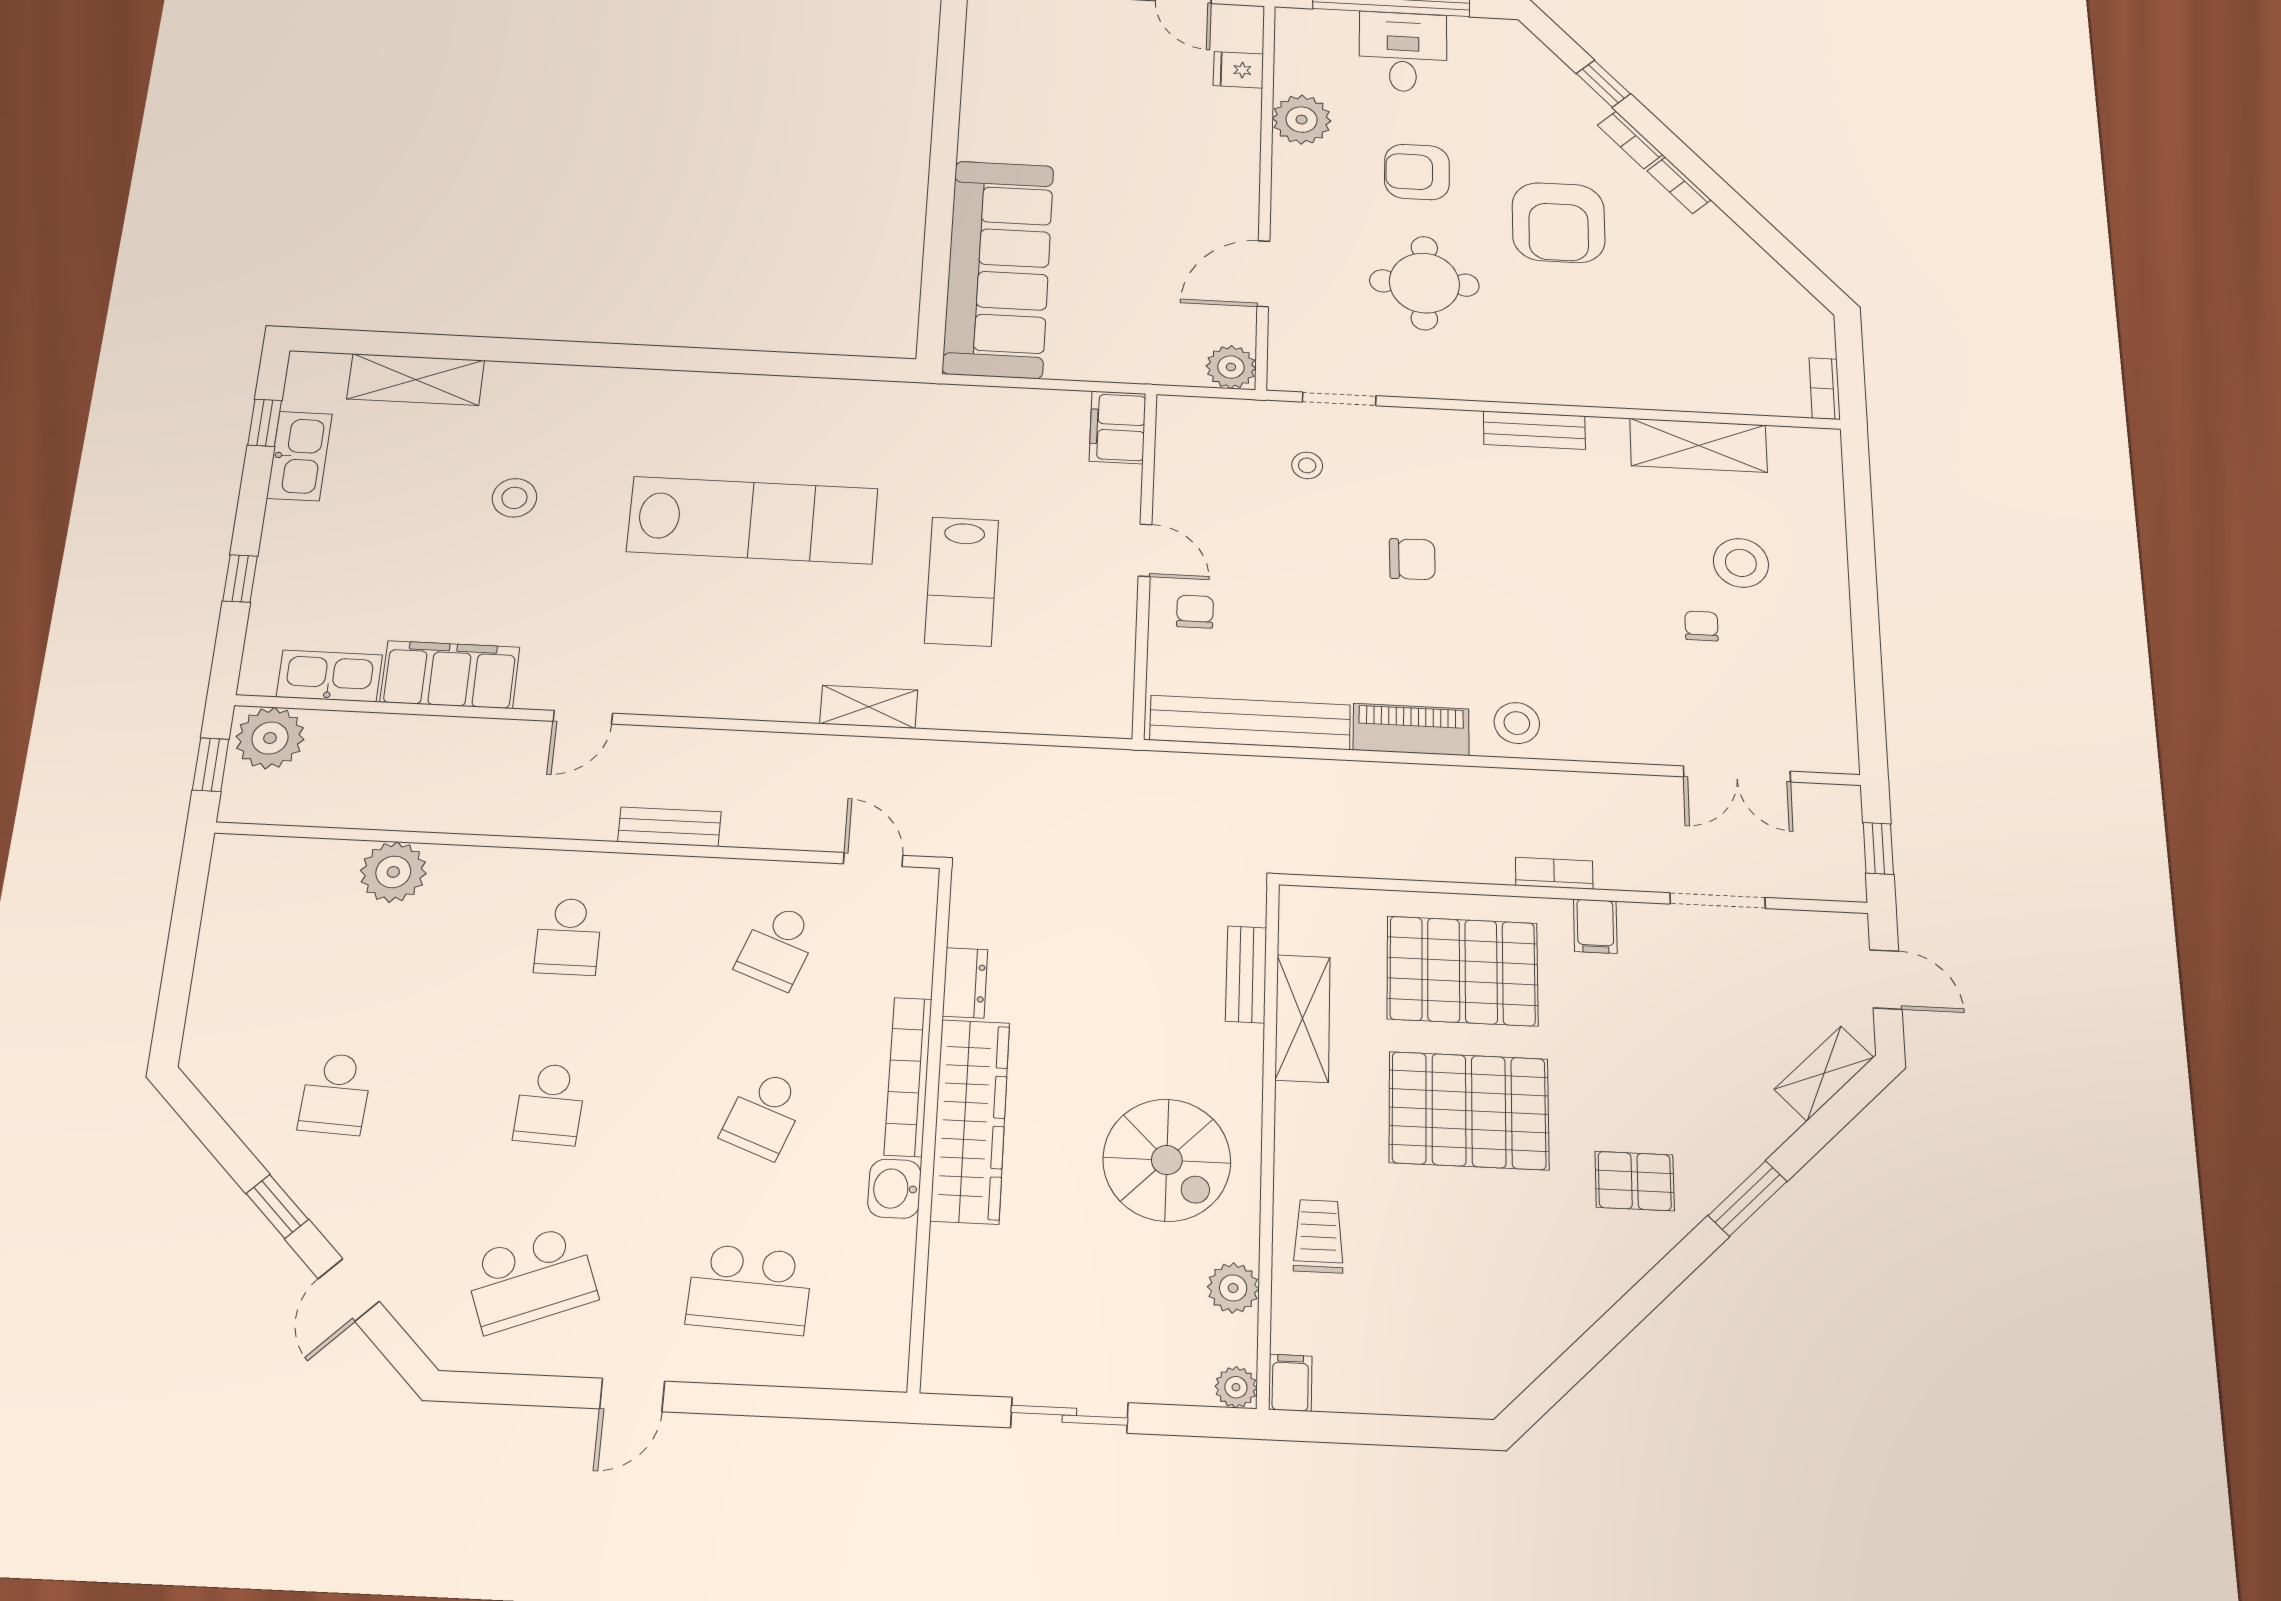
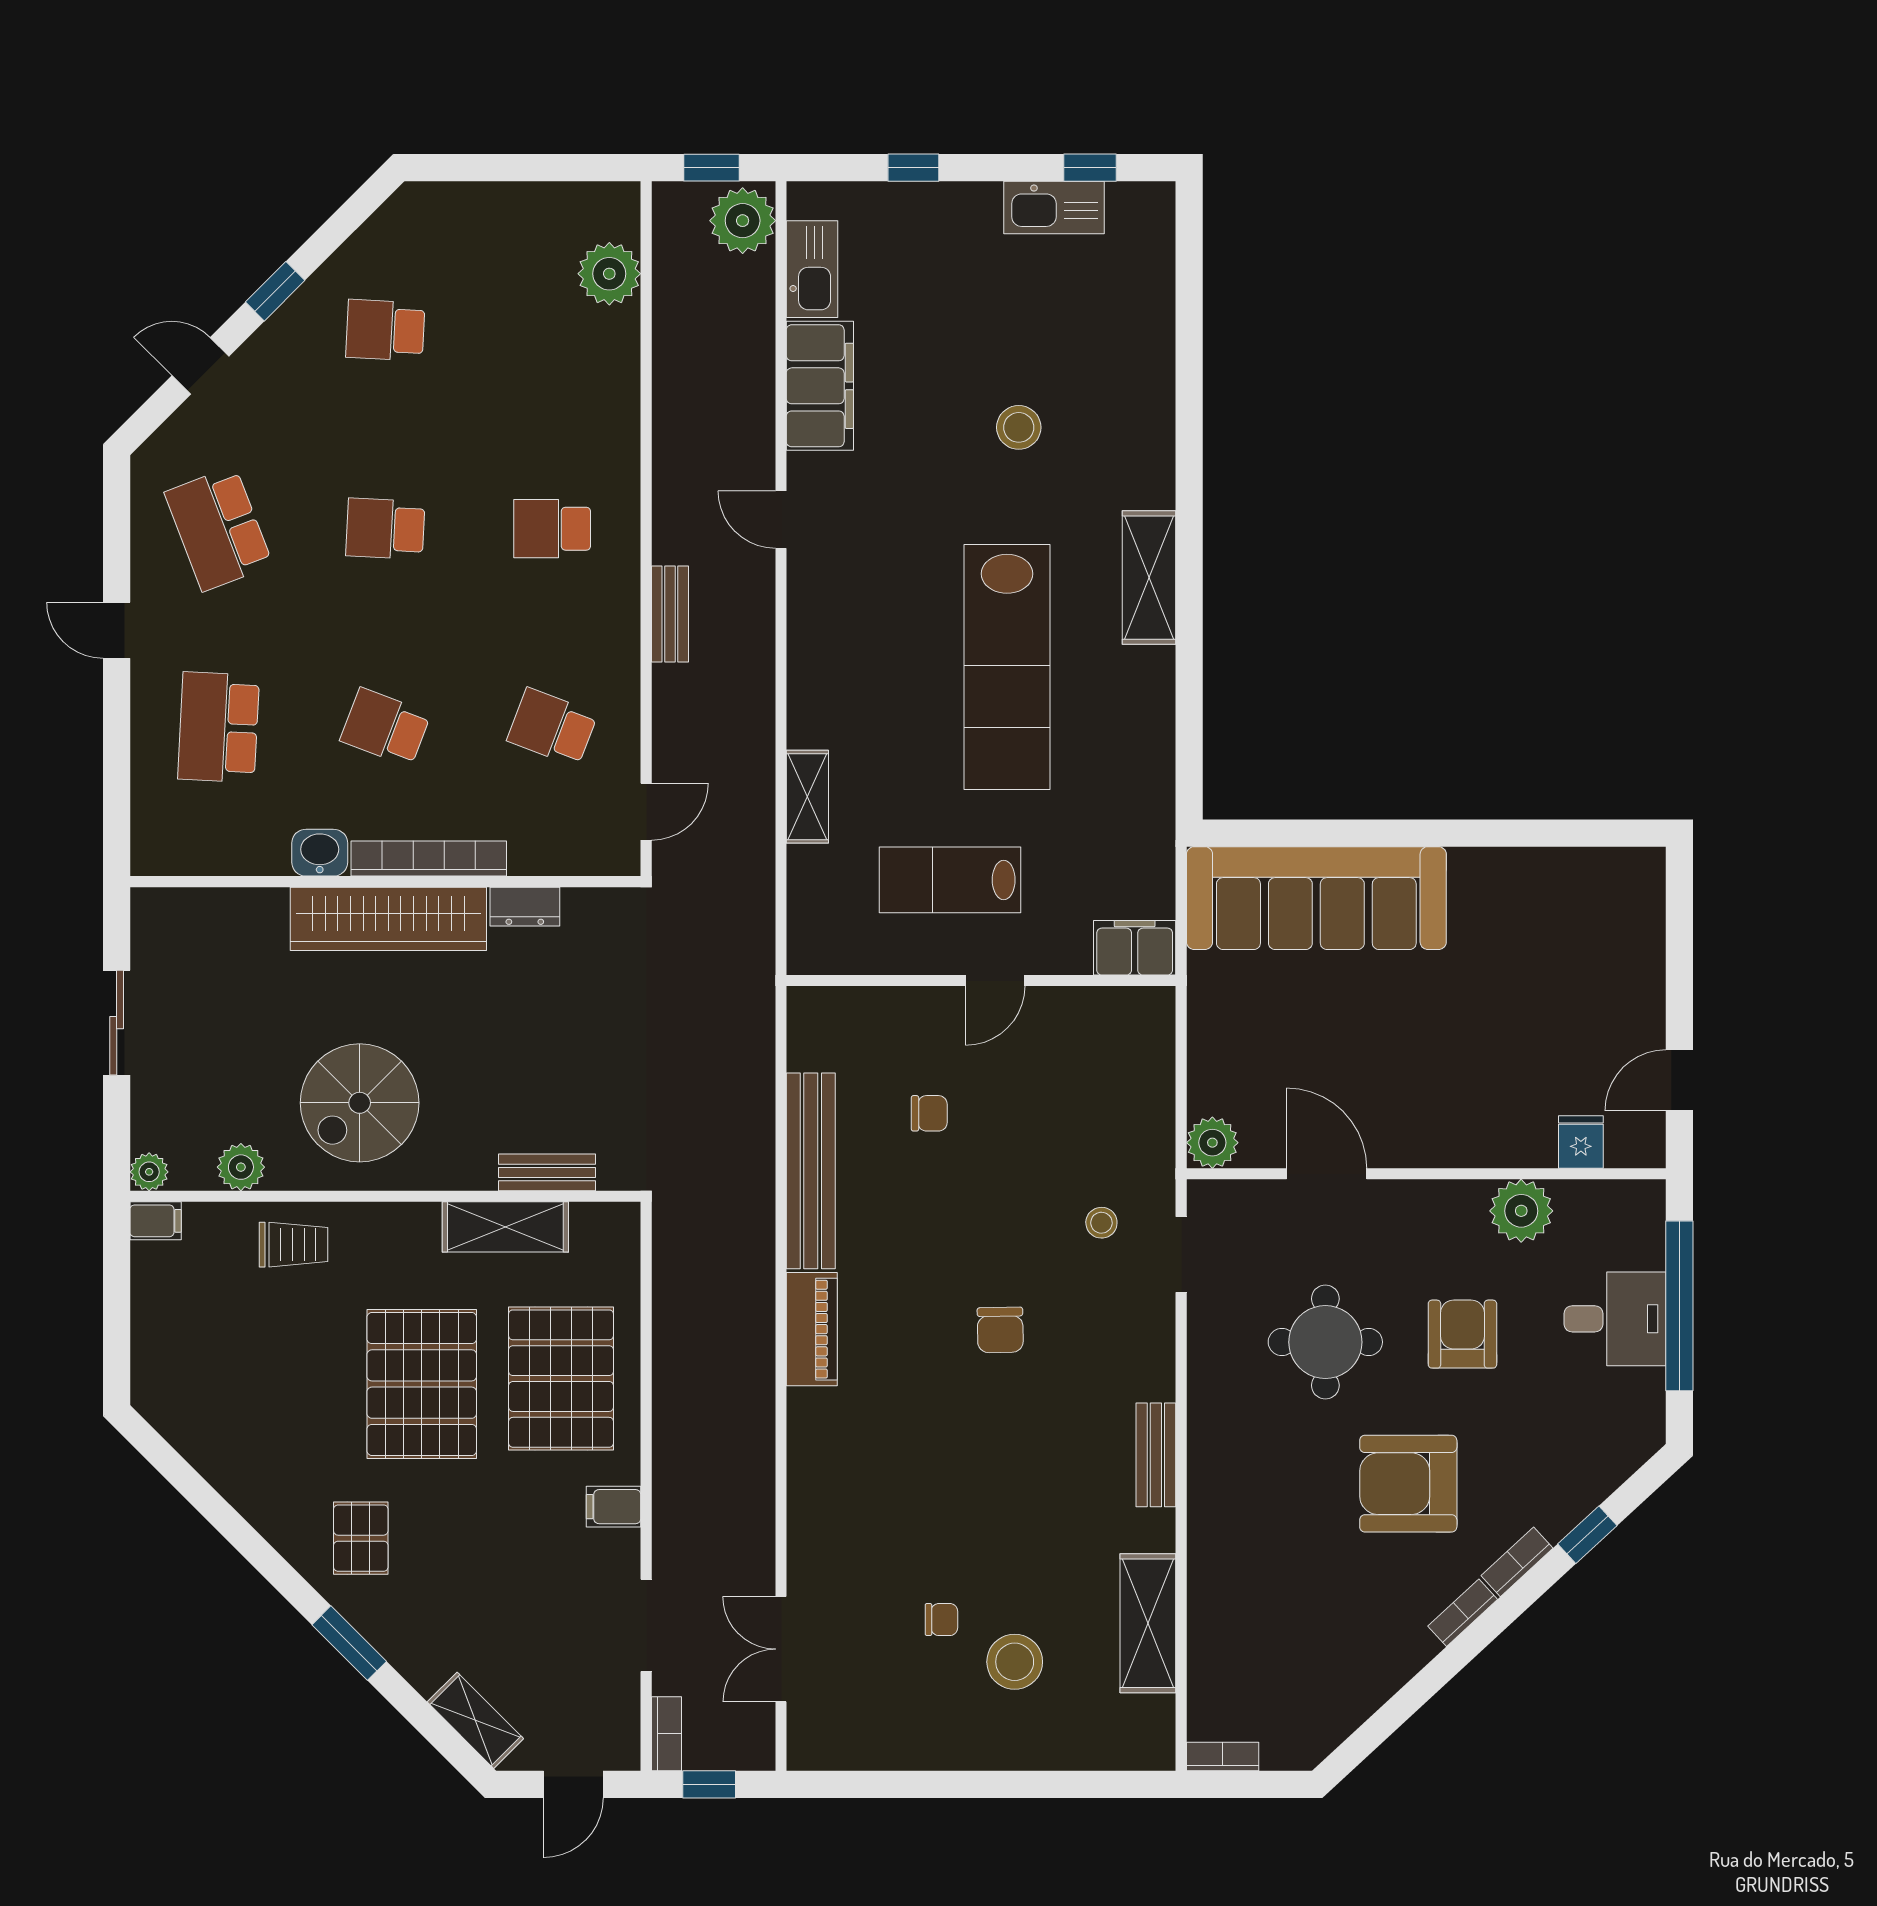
shelving: (416, 380) -> (1149, 578), moved
filing cabinet: (1118, 427) -> (1135, 948), moved
door: (1145, 550) -> (995, 981), moved
wall: (1145, 563) -> (981, 981), moved
stool: (1517, 723) -> (824, 1433), removed
plant: (393, 872) -> (609, 274), moved
bookcase: (1554, 873) -> (666, 1734), moved

